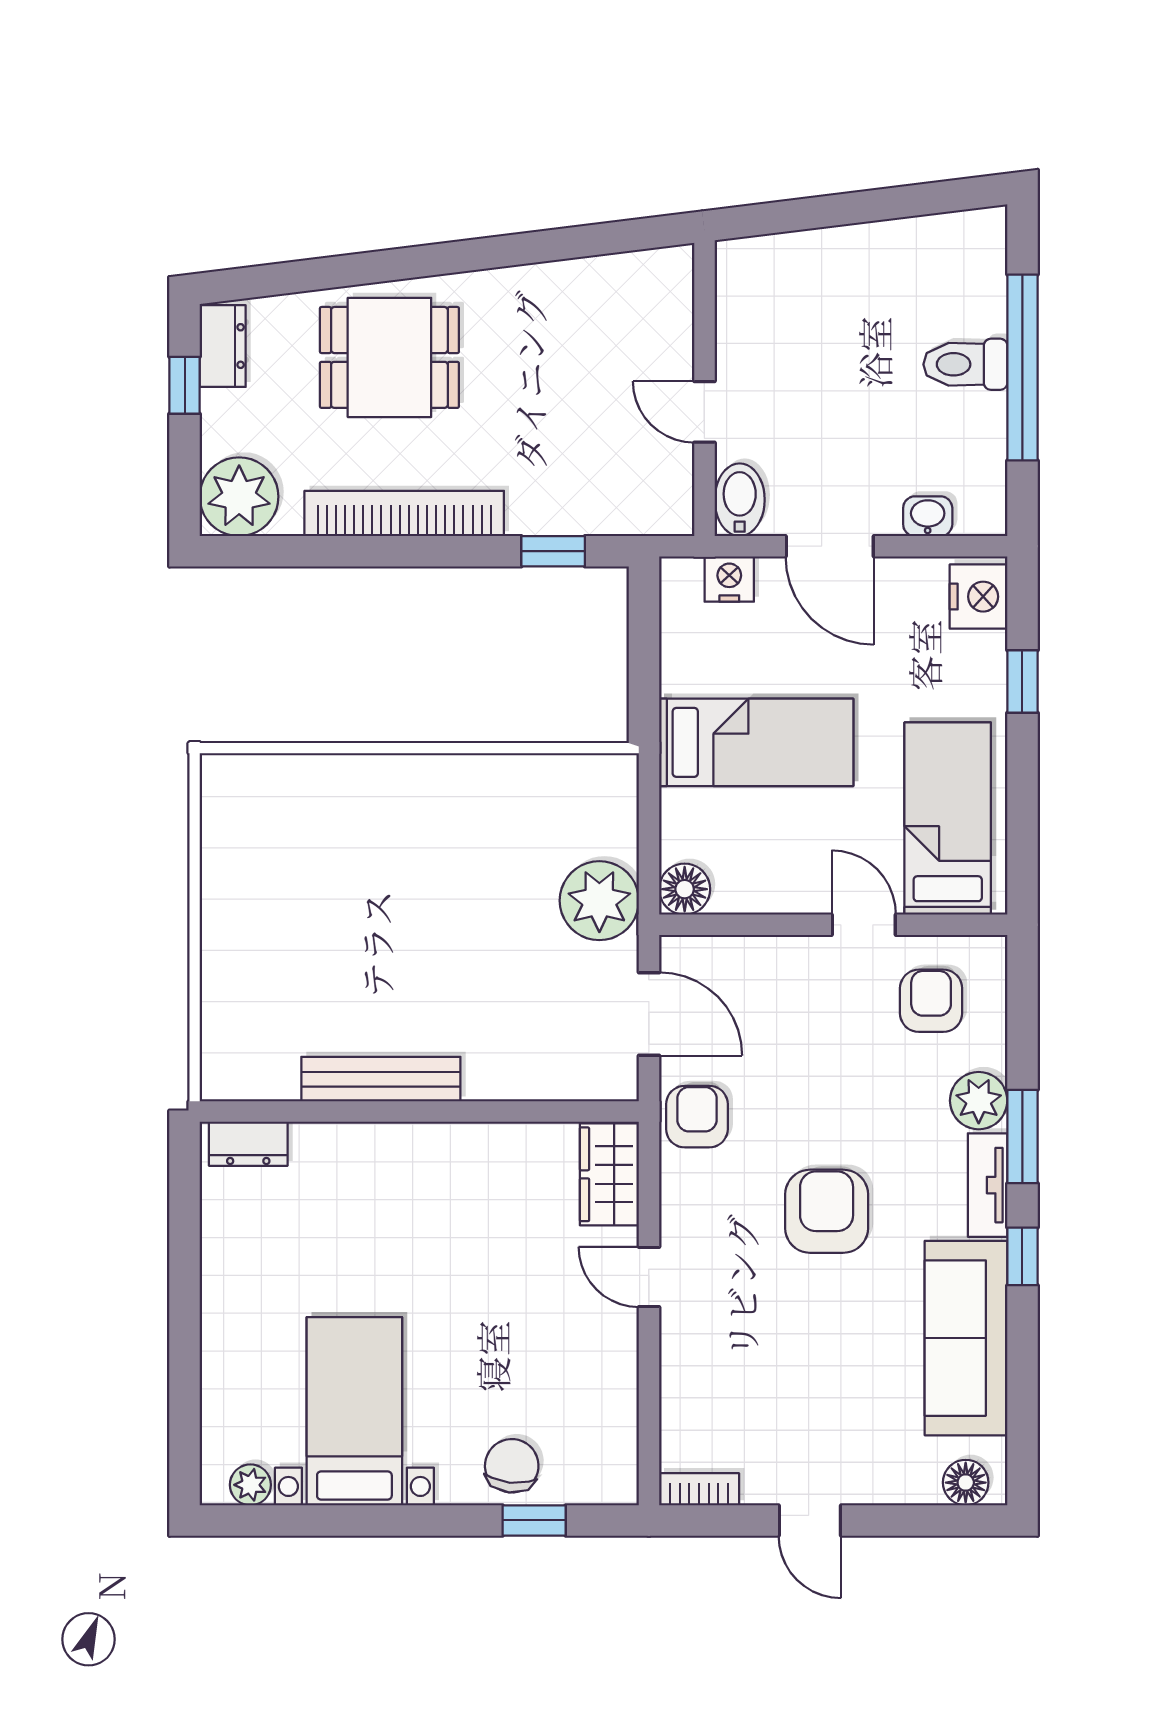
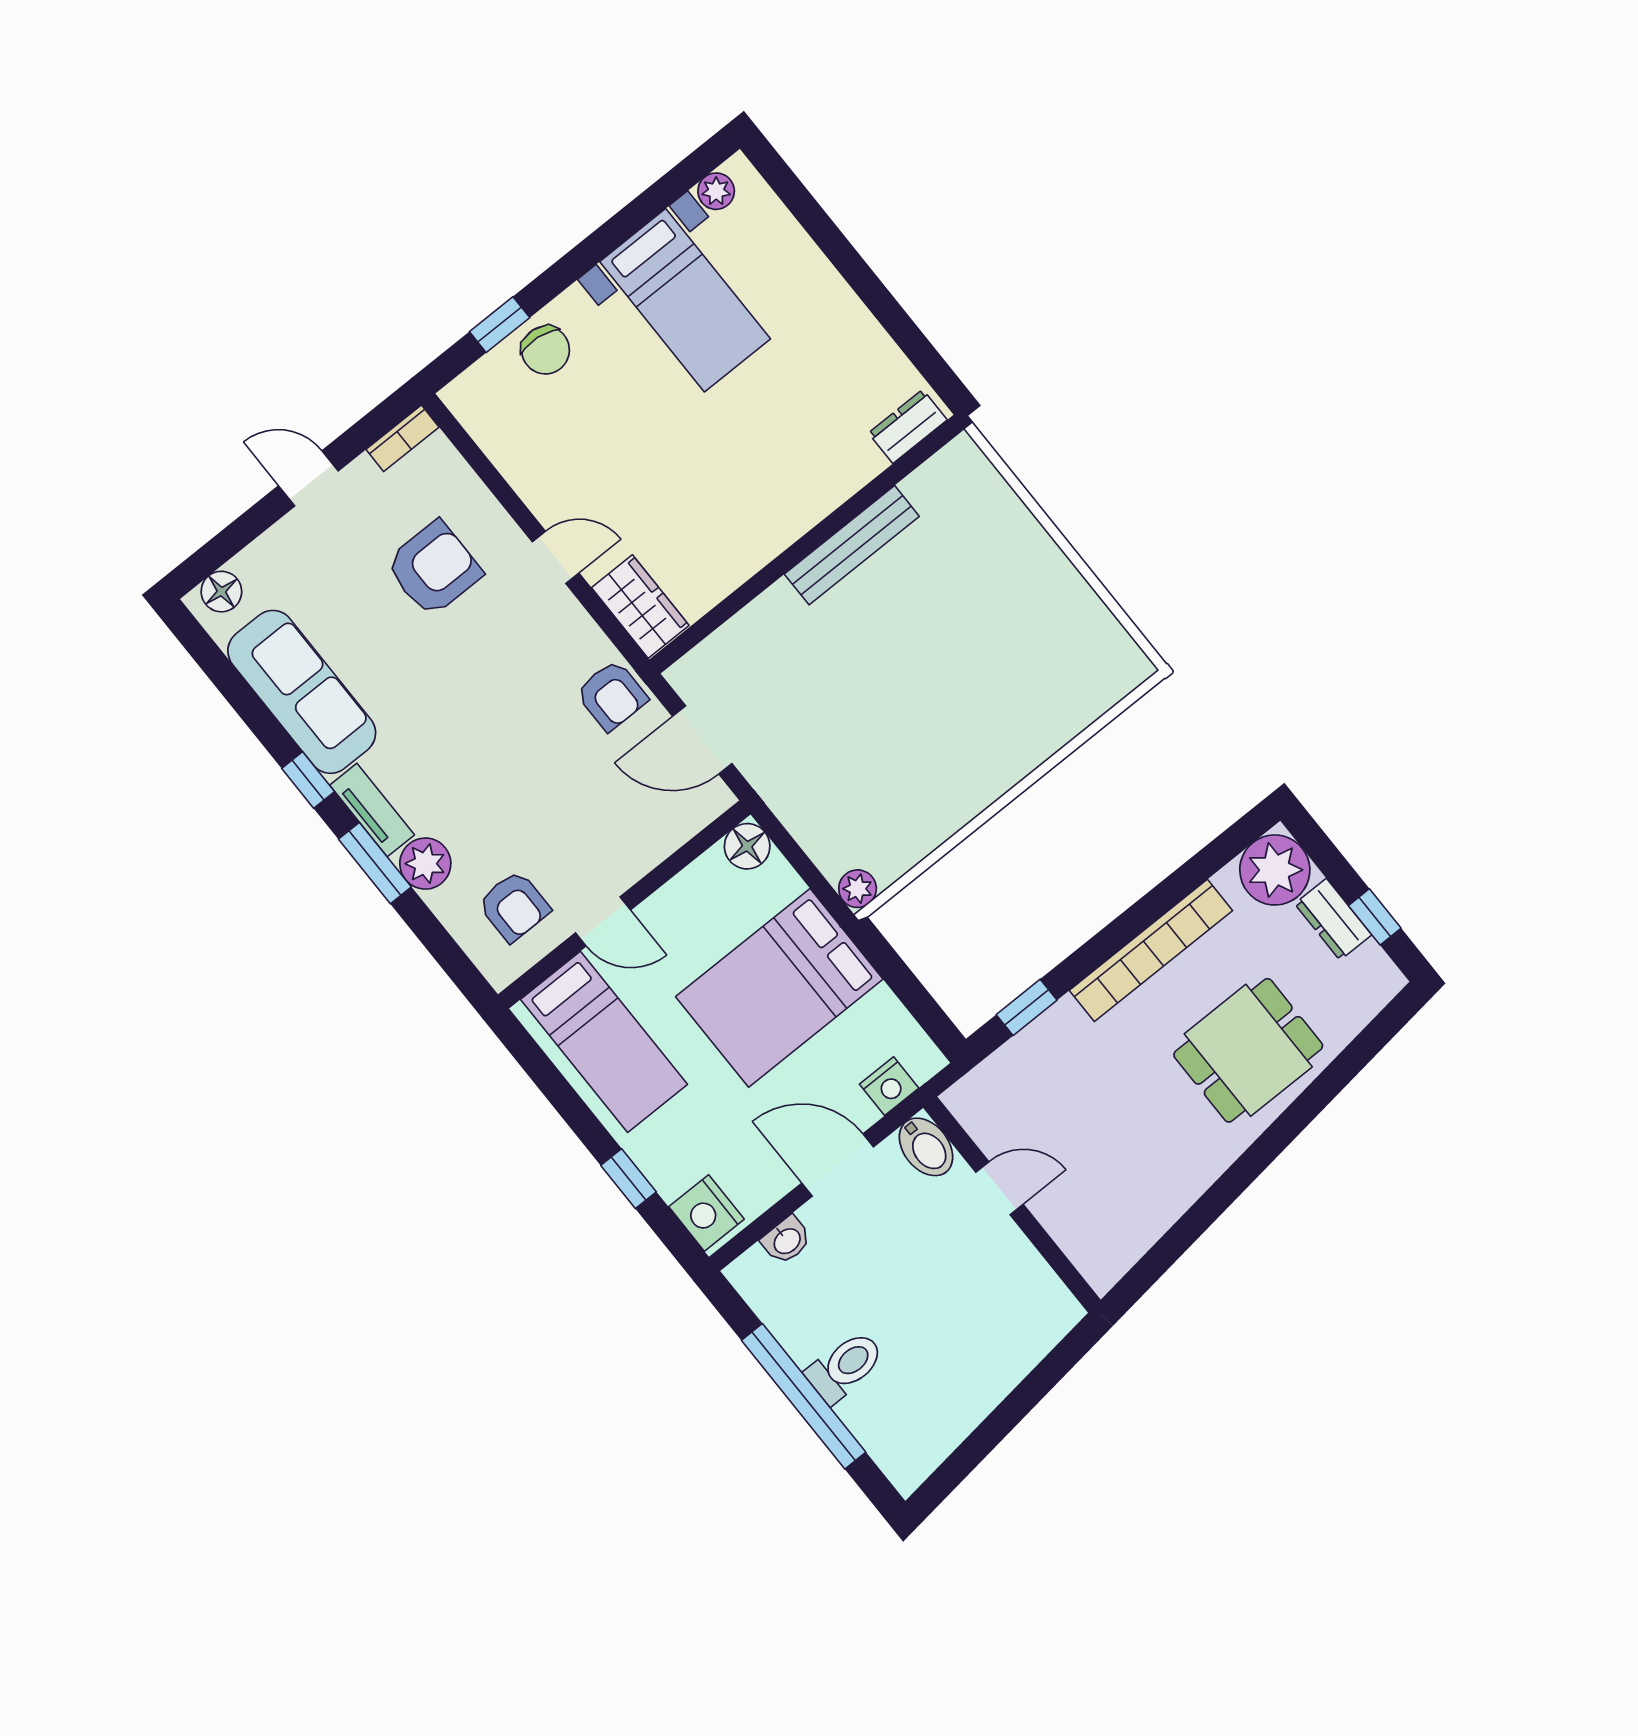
dresser: (223, 346) -> (1333, 919), moved
bed: (756, 742) -> (779, 988), width x1.50
plant: (599, 901) -> (858, 889), moved, width x0.53, depth x0.53
armchair: (827, 1211) -> (434, 569), moved, turned -90

